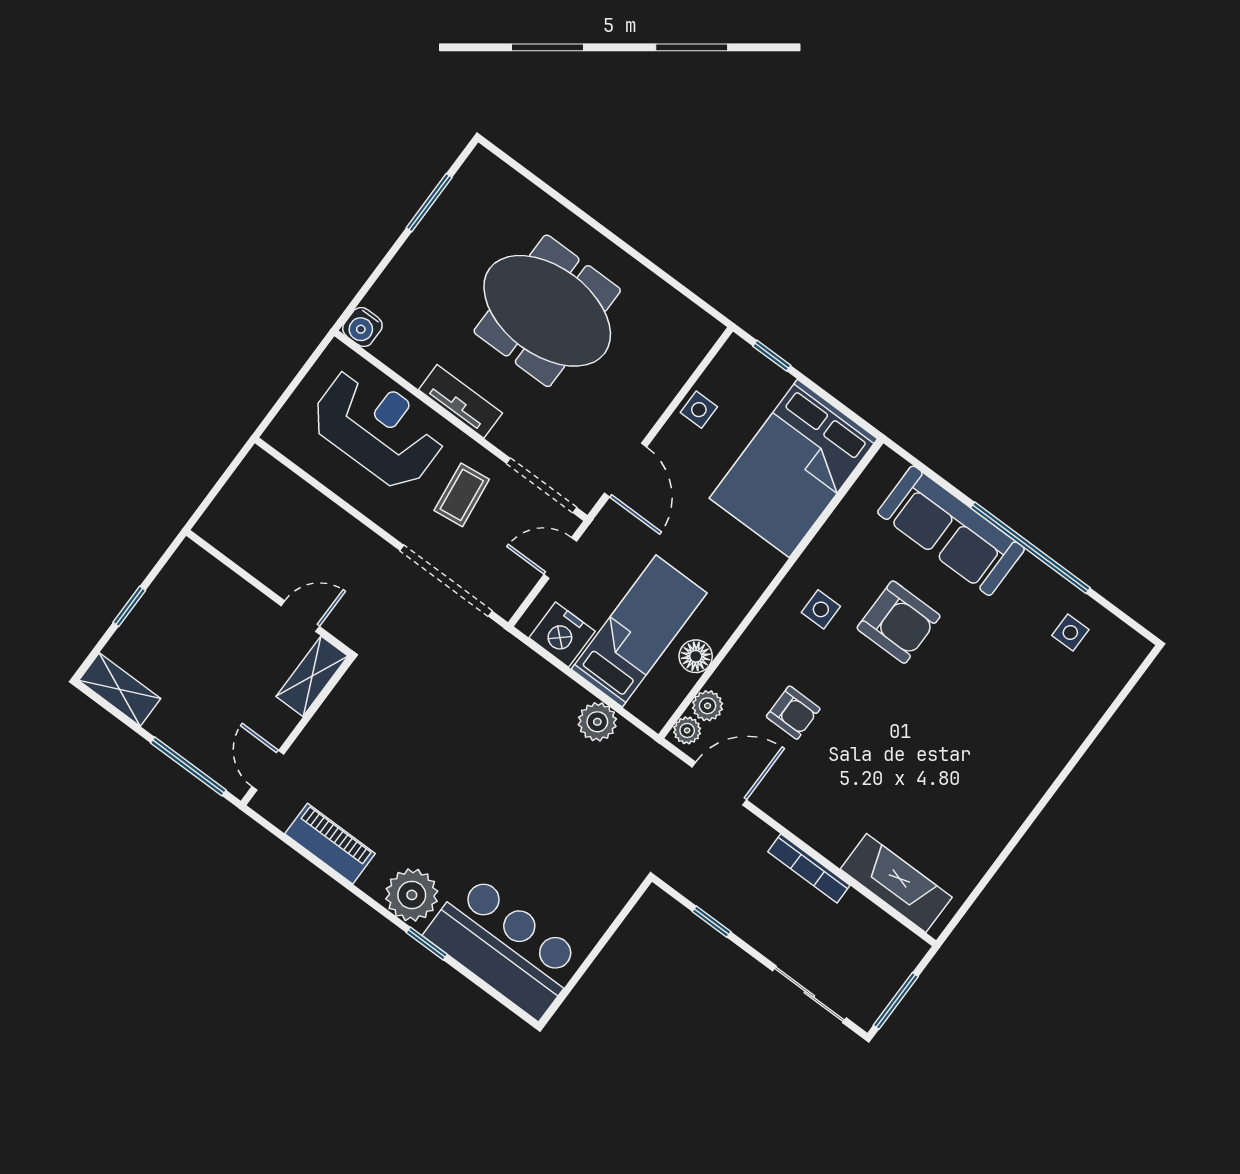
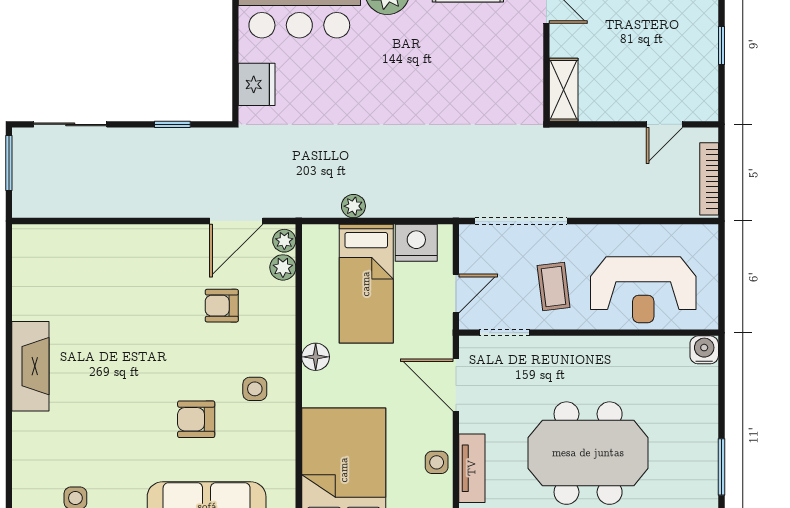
tv unit: (460, 401) -> (472, 468), moved, turned -90
doorway: (542, 486) -> (504, 333), width x0.73
door: (300, 616) -> (664, 124), moved
armchair: (899, 622) -> (196, 419), width x0.72, depth x0.72
floor lamp: (696, 656) -> (316, 357), moved
plant: (597, 722) -> (353, 206), width x0.73, depth x0.73
bookcase: (809, 868) -> (709, 179), moved, turned -90
fireplace: (896, 883) -> (30, 366), moved, turned -90
fridge: (602, 900) -> (257, 84), added

